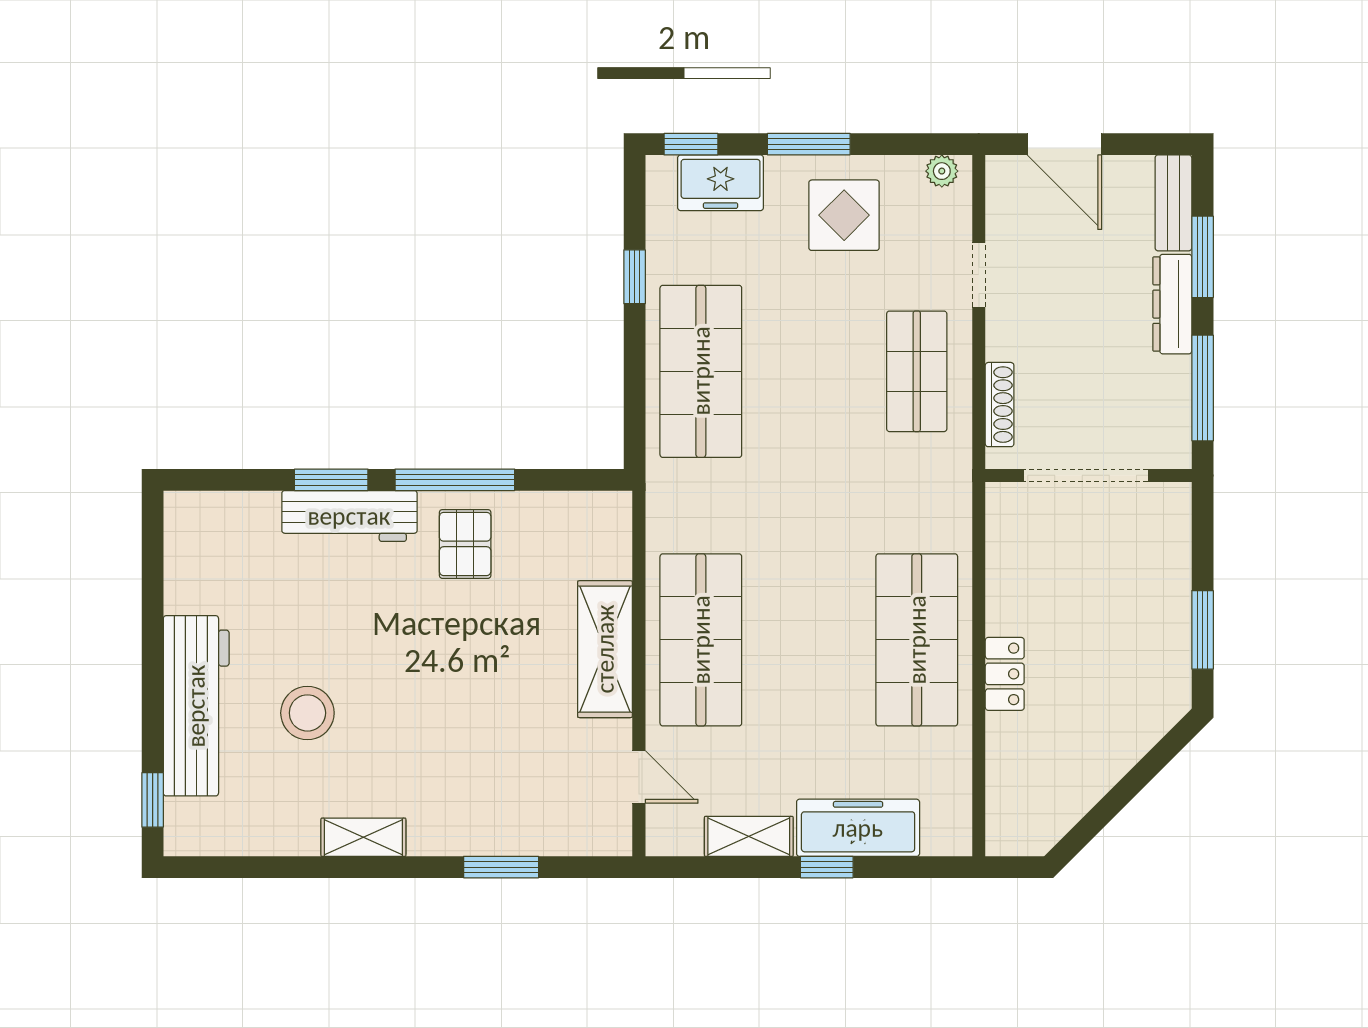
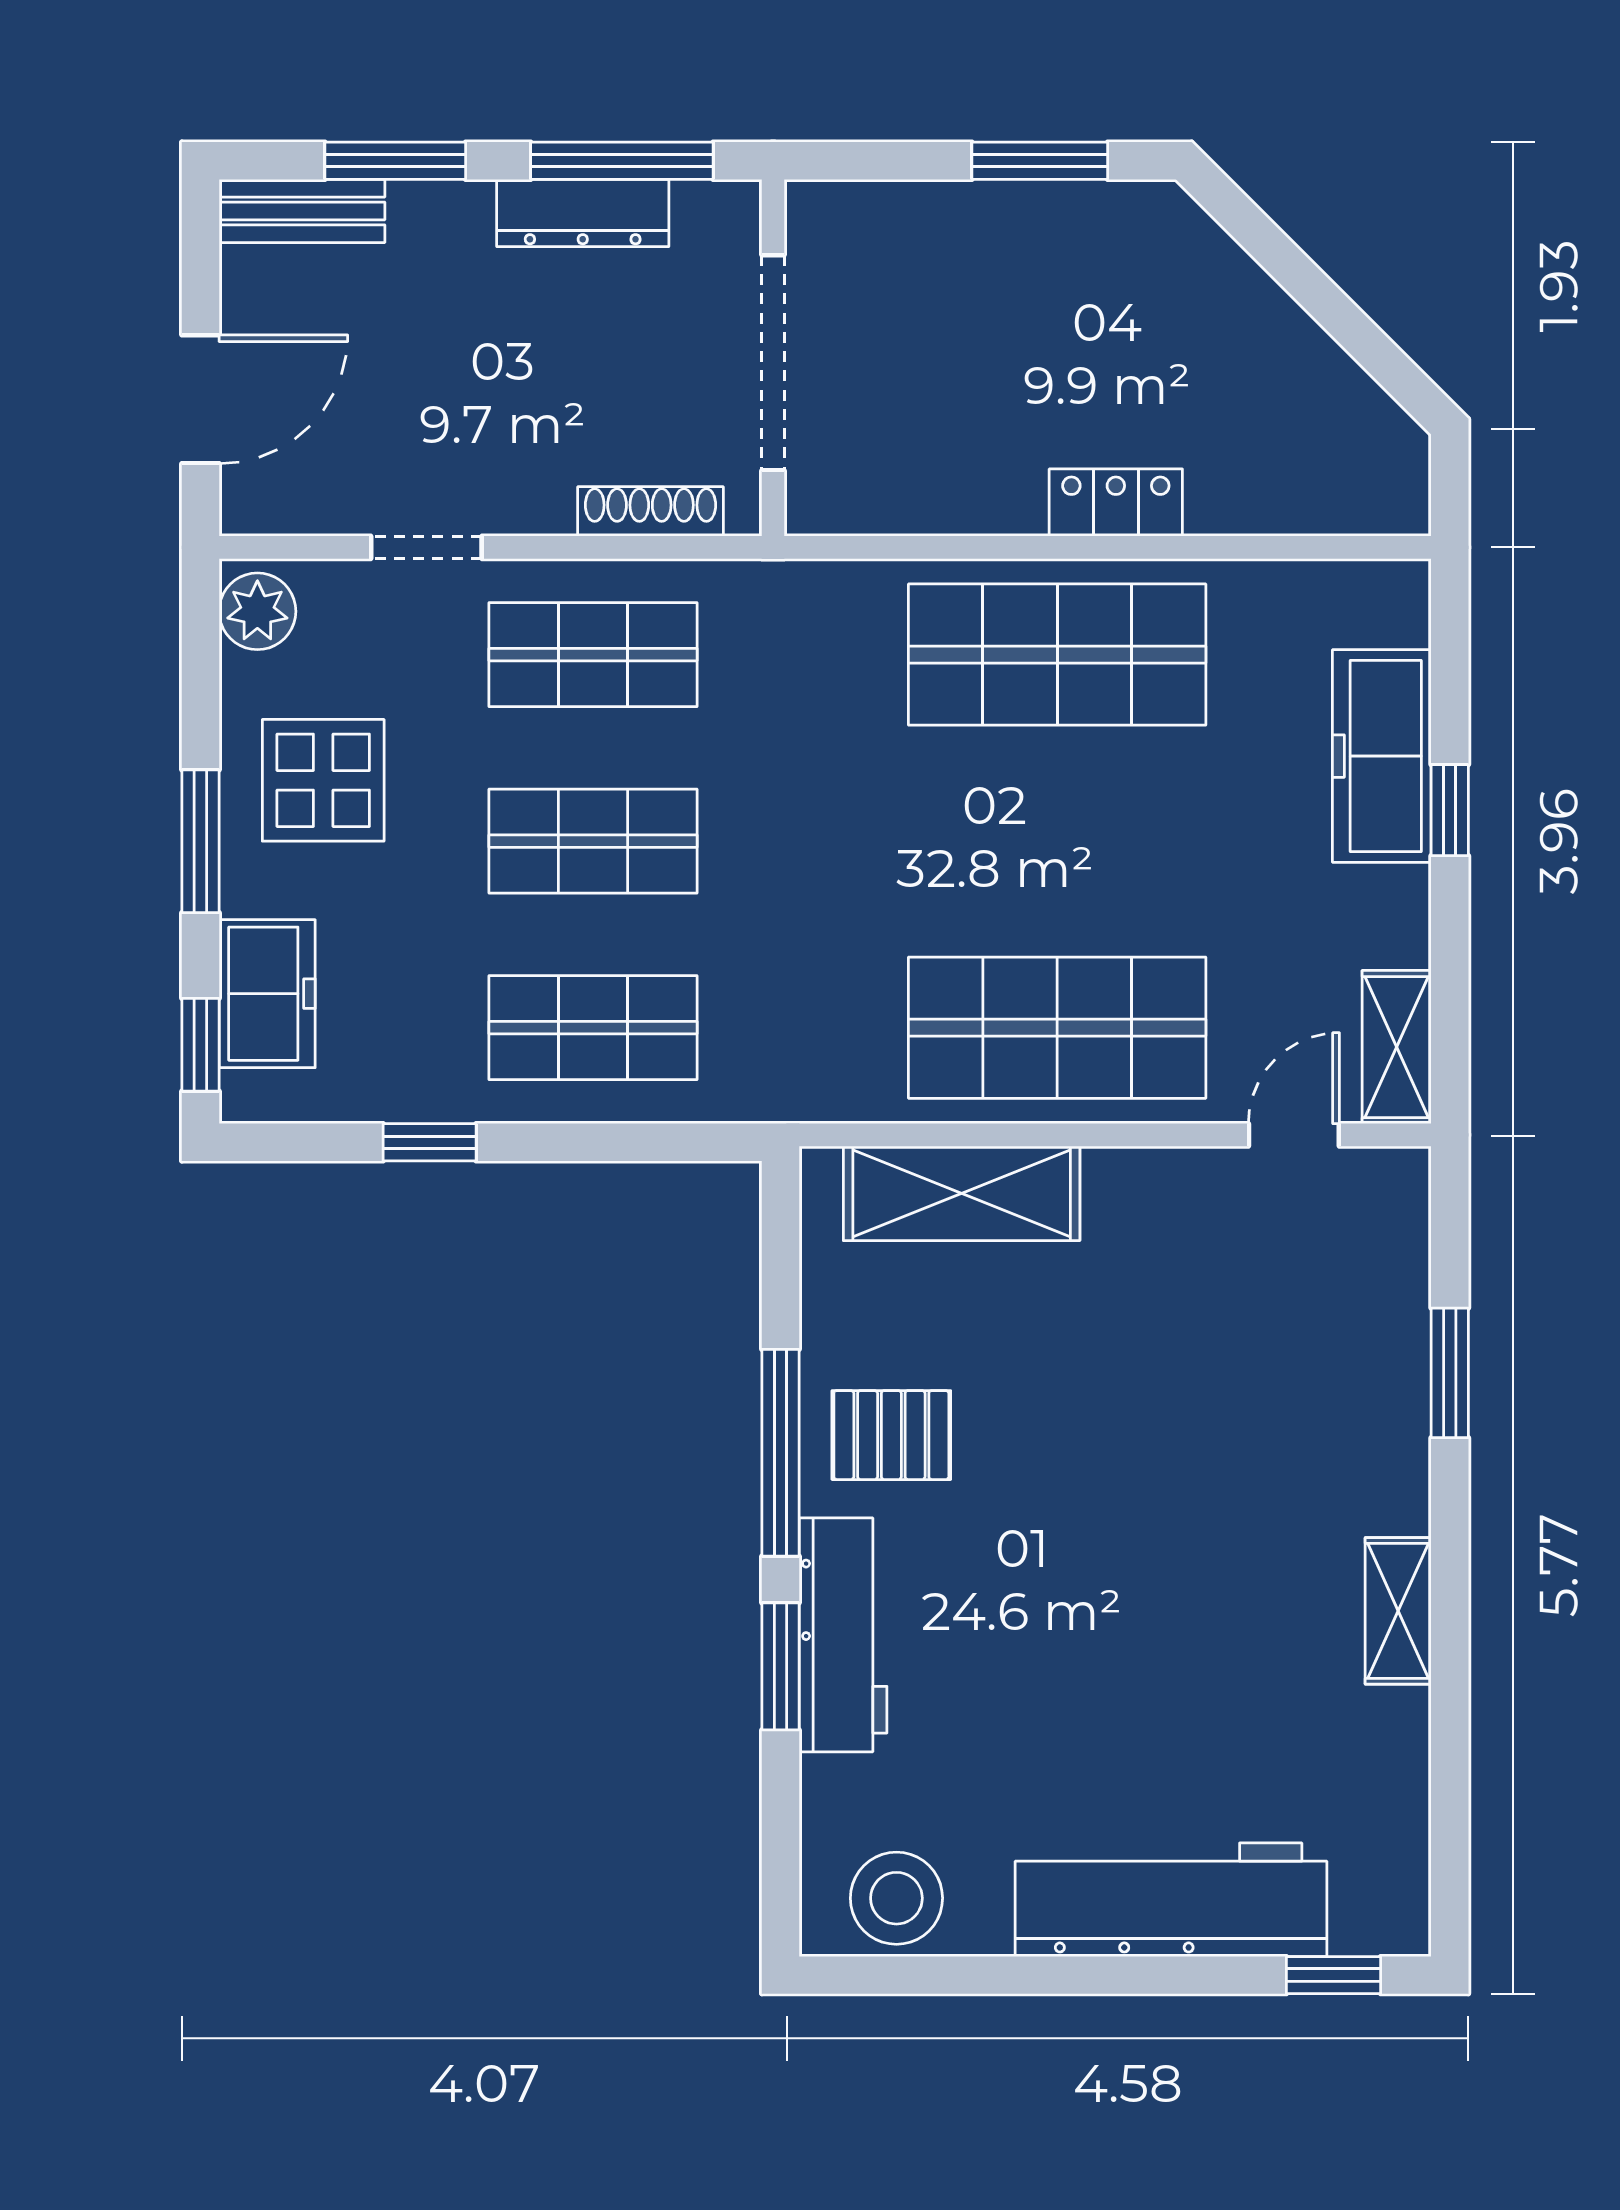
plant: (942, 171) -> (257, 611), width x1.38, depth x1.38
dresser: (1172, 304) -> (583, 213), moved
shop shelf: (701, 371) -> (593, 1028), width x0.70, depth x0.74
shop shelf: (809, 371) -> (593, 841), added
shelving: (605, 649) -> (962, 1193), moved
stool: (307, 713) -> (896, 1898), moved
shelving: (749, 836) -> (1397, 1047), moved

